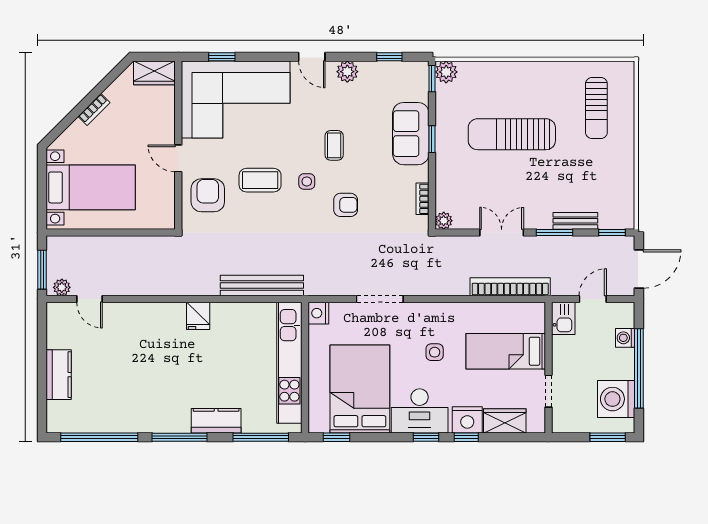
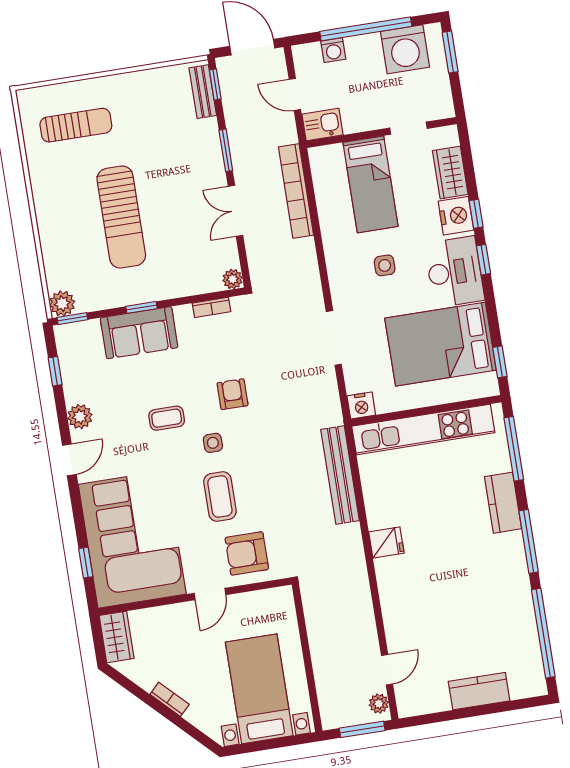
bench: (575, 221) -> (203, 92), moved

